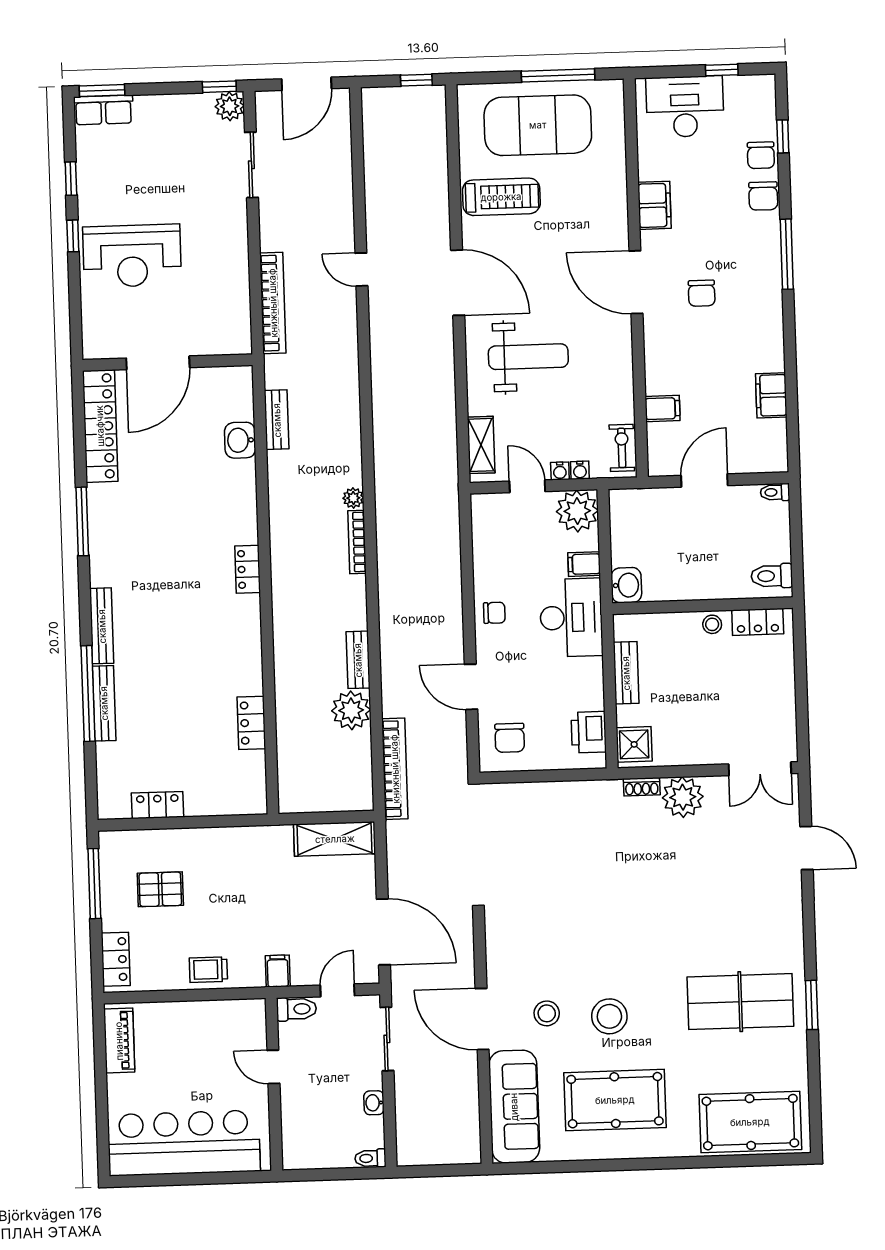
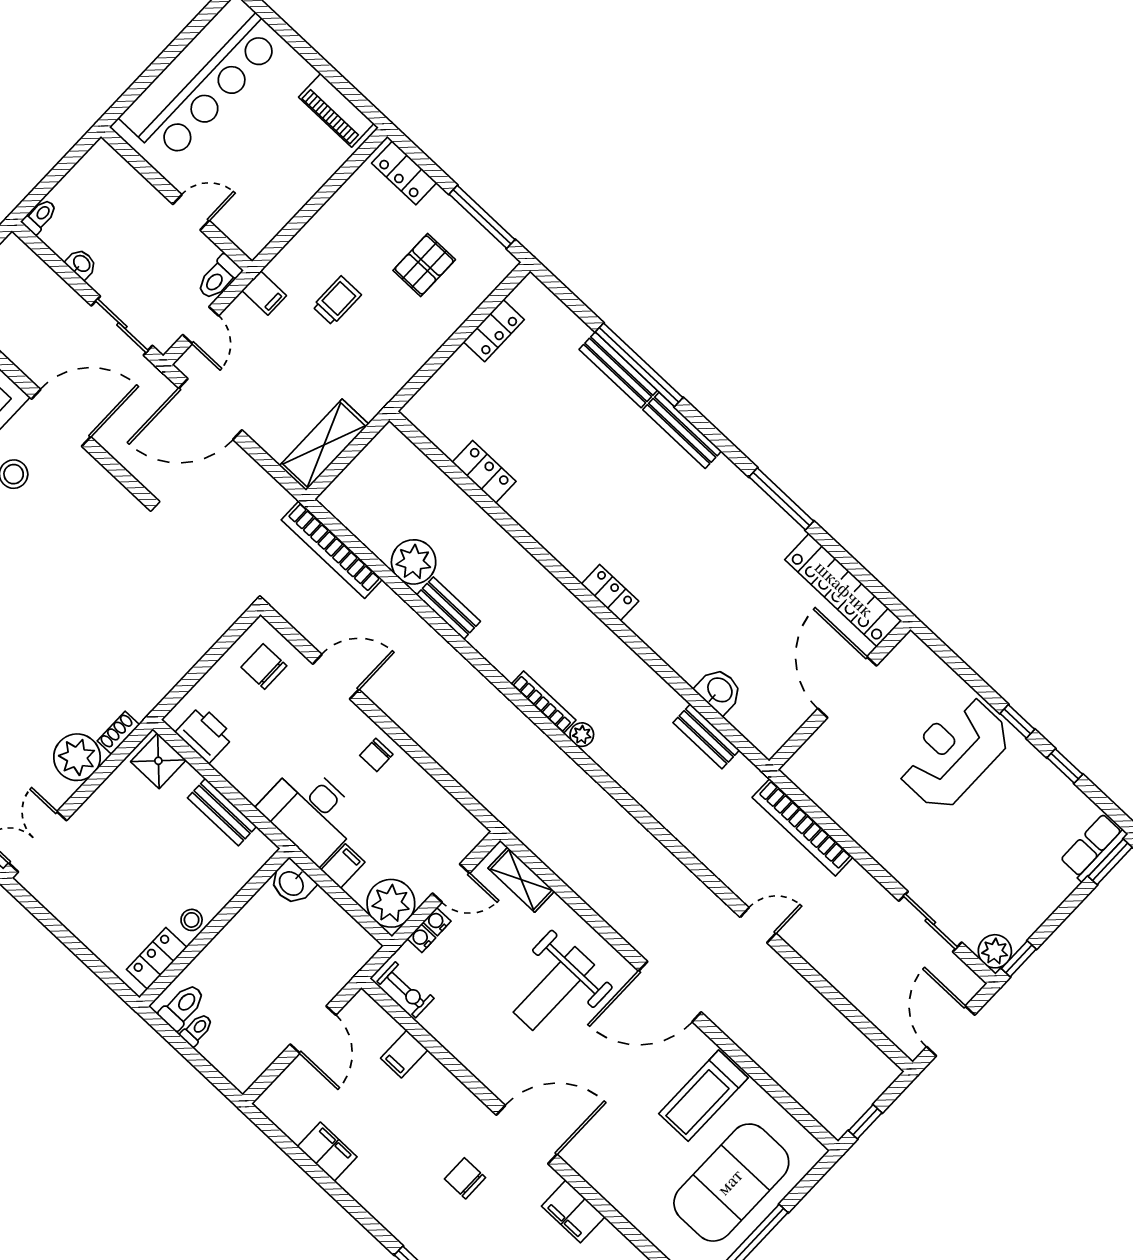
toilet: (775, 492) -> (197, 1030), moved
trolley: (208, 970) -> (337, 301), moved

